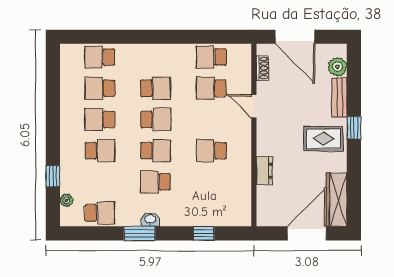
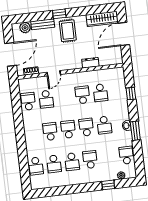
school desk: (211, 57) -> (28, 101), turned 180
school desk: (211, 151) -> (82, 95), turned 180
school desk: (211, 182) -> (100, 93), added
door: (307, 233) -> (124, 34), hinge flipped

